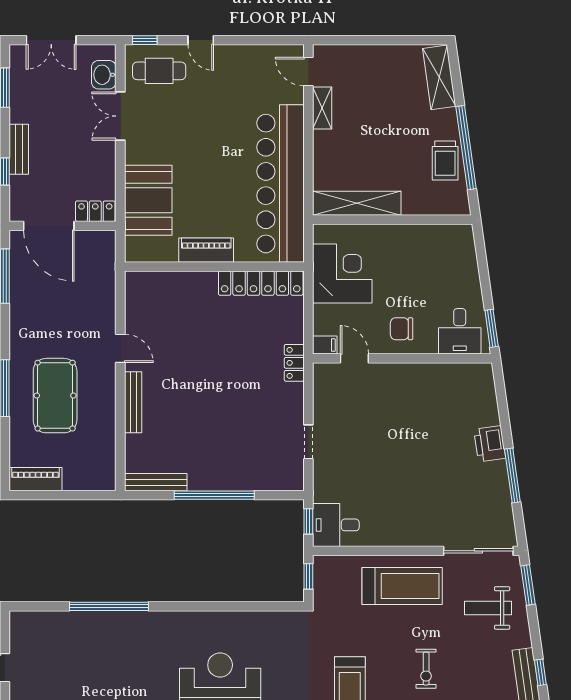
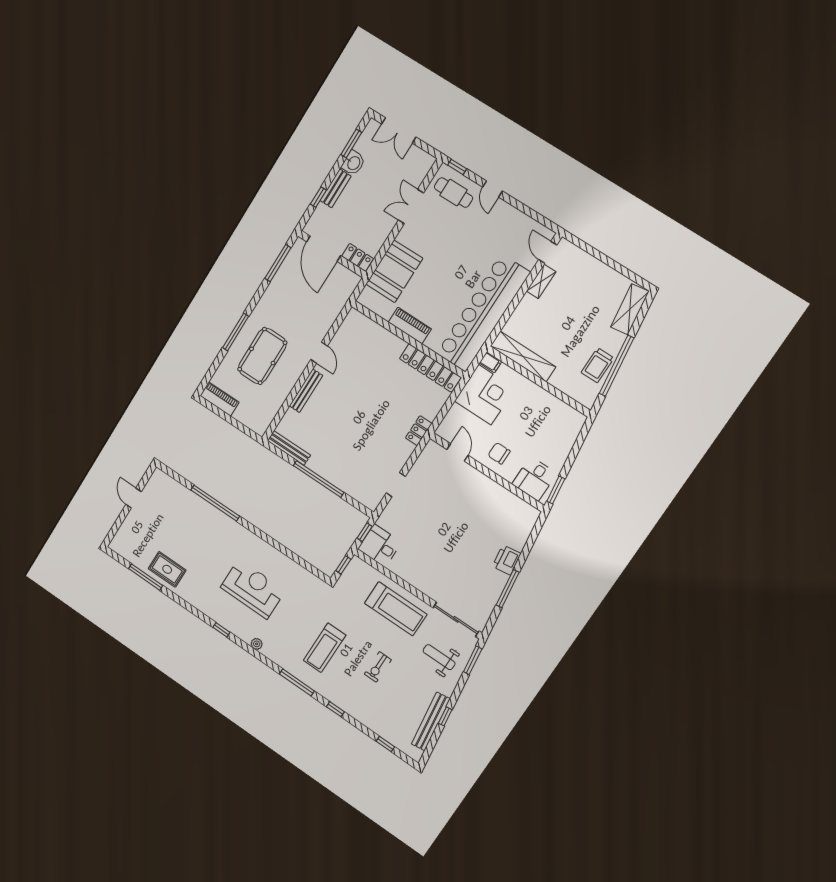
washbasin: (104, 75) -> (353, 163), moved, turned 180
filing cabinet: (325, 345) -> (490, 362), moved

